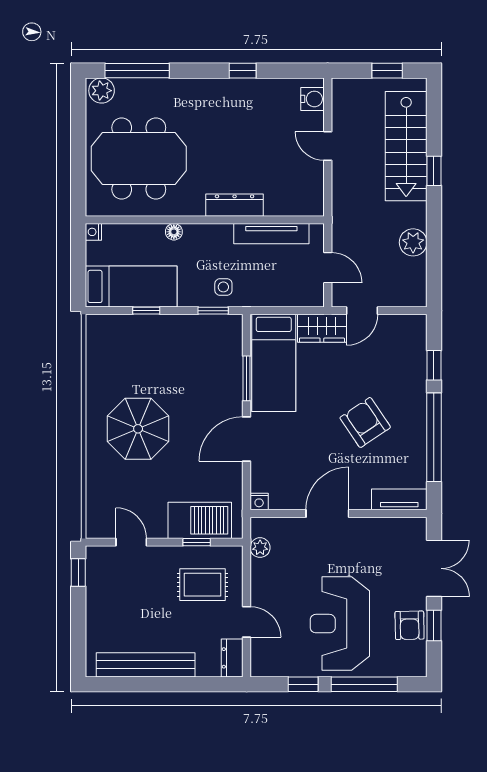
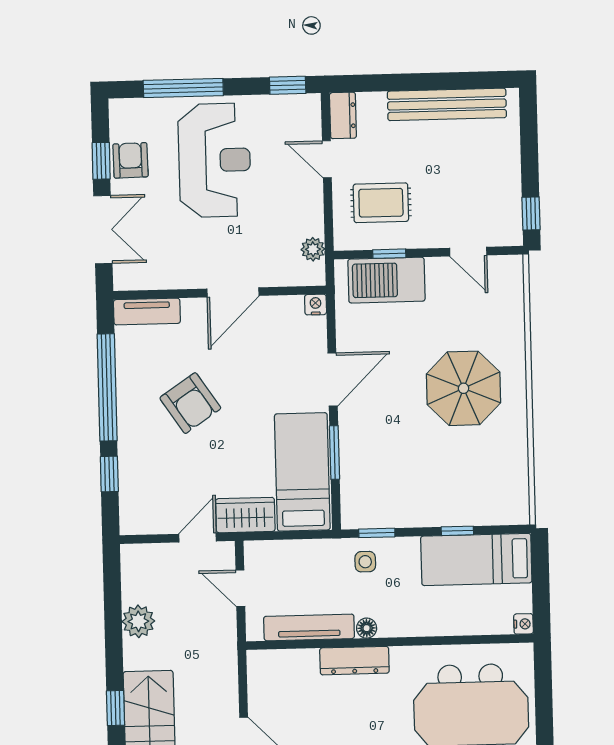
floor lamp: (174, 232) -> (367, 628), moved
double door: (434, 568) -> (103, 230), swing flipped
window: (303, 684) -> (288, 85), moved

